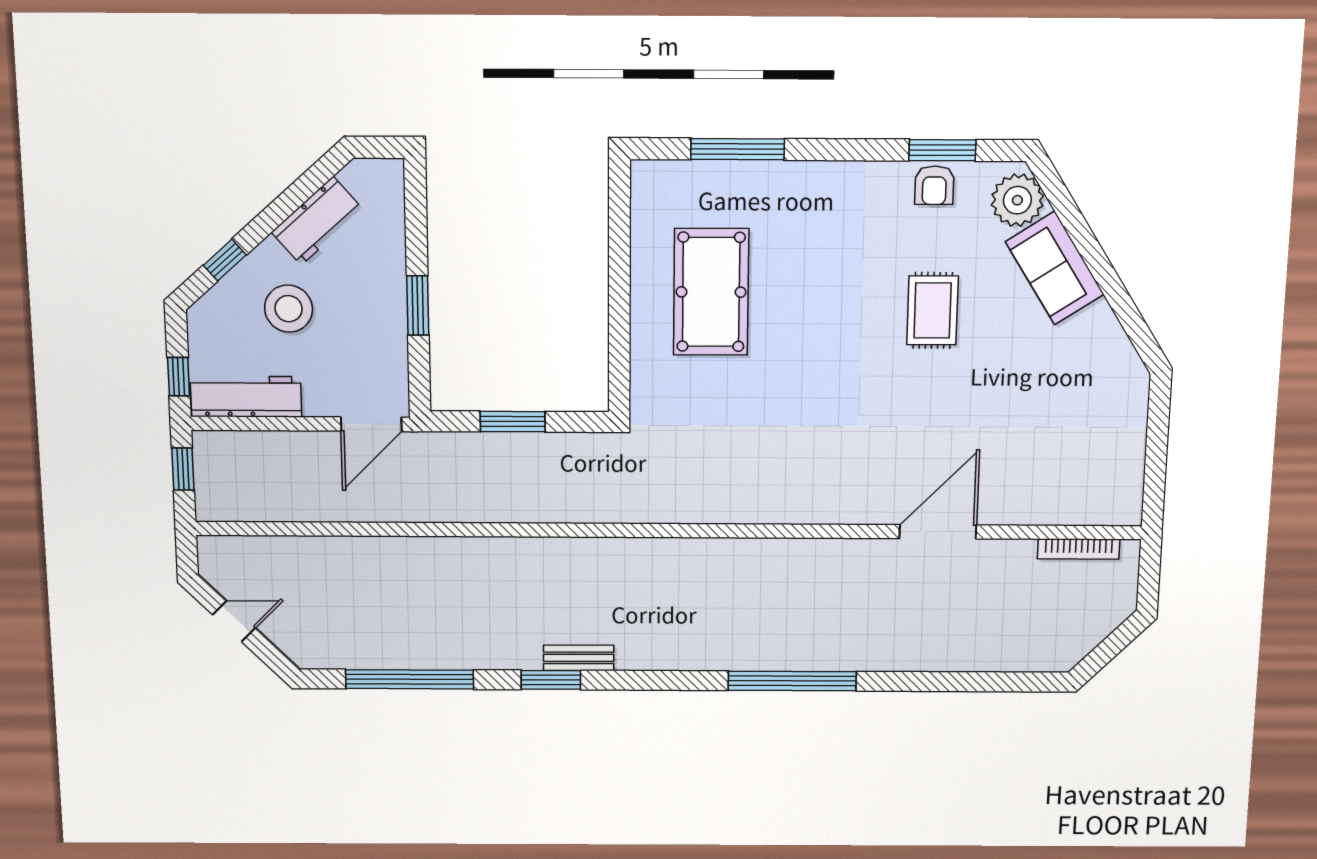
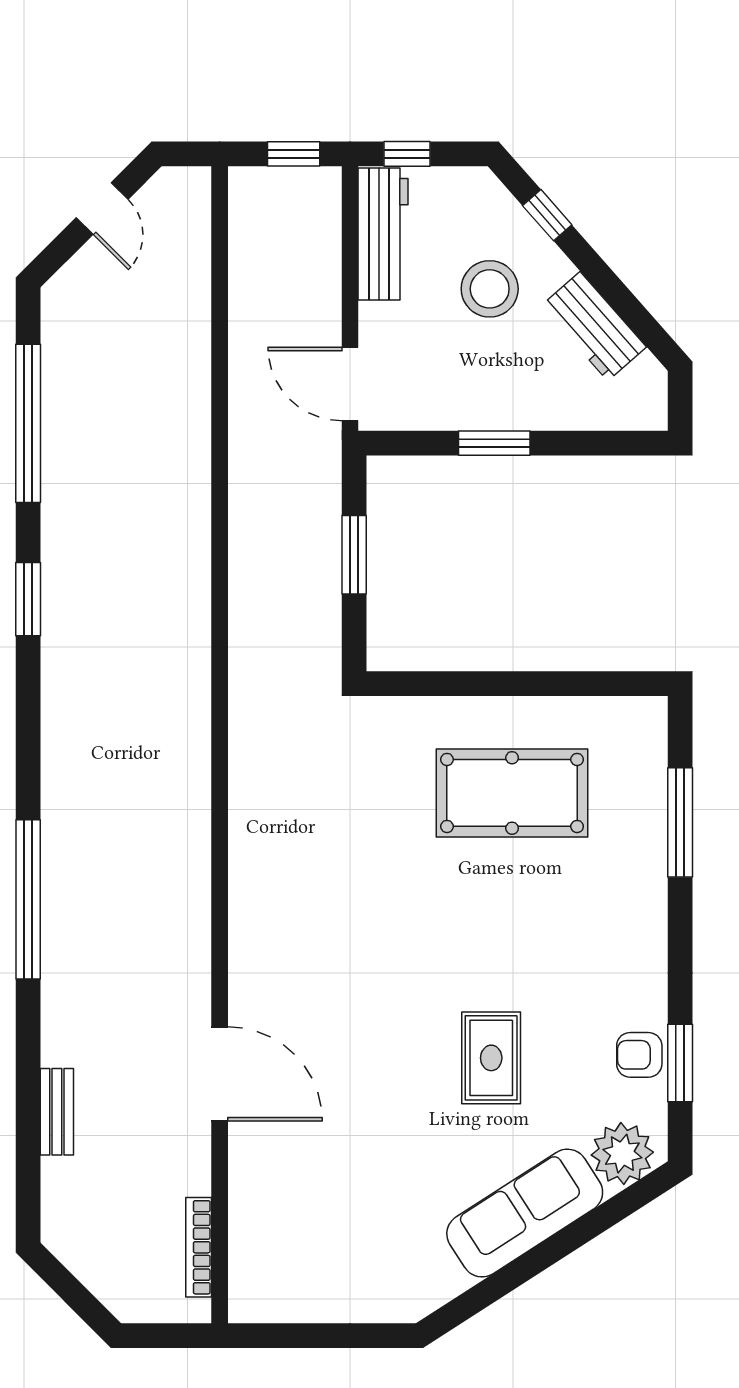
sofa: (1055, 268) -> (525, 1213), width x1.36
rug: (933, 310) -> (491, 1058), turned 90
bench: (579, 658) -> (57, 1112), moved

